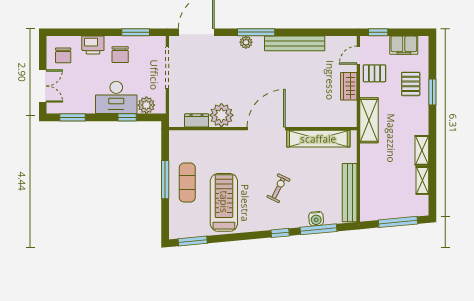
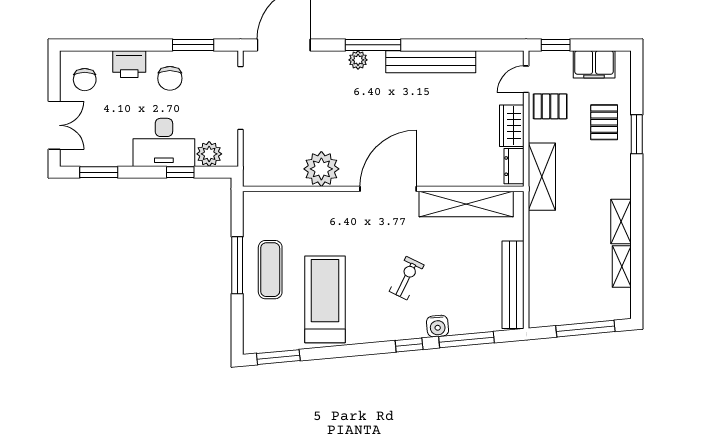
dresser: (197, 120) -> (514, 166), moved, turned -90
water cooler: (316, 219) -> (438, 326), moved

